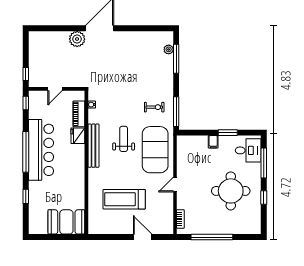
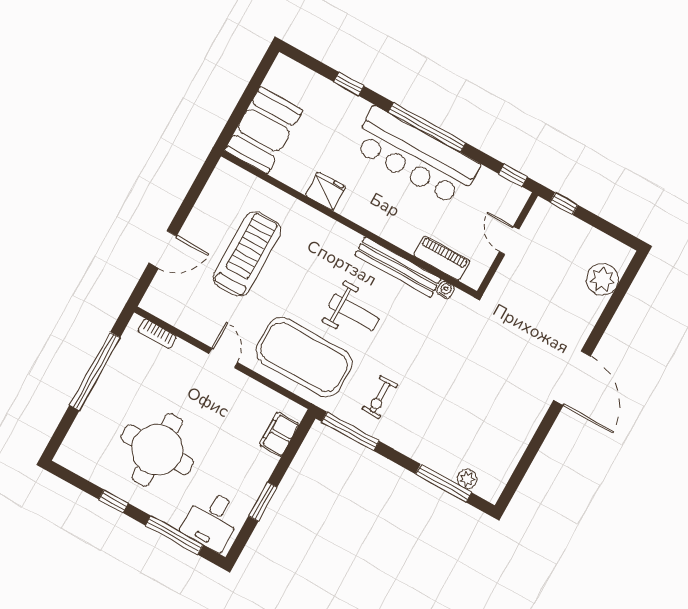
plant: (77, 39) -> (602, 279), moved
fridge: (78, 136) -> (325, 191), moved
filing cabinet: (213, 142) -> (279, 434), moved, width x2.00
bench: (93, 146) -> (398, 267), moved

